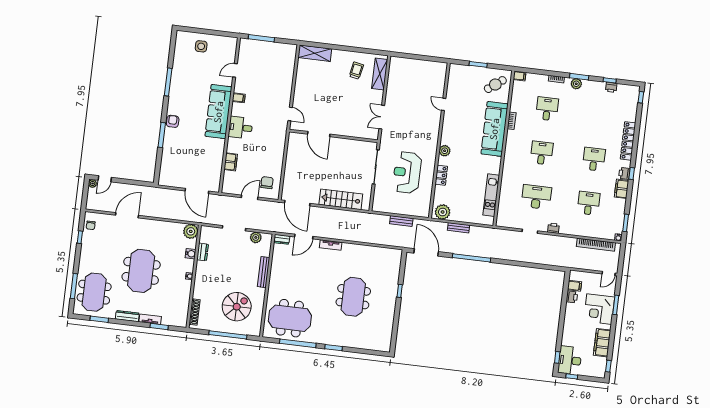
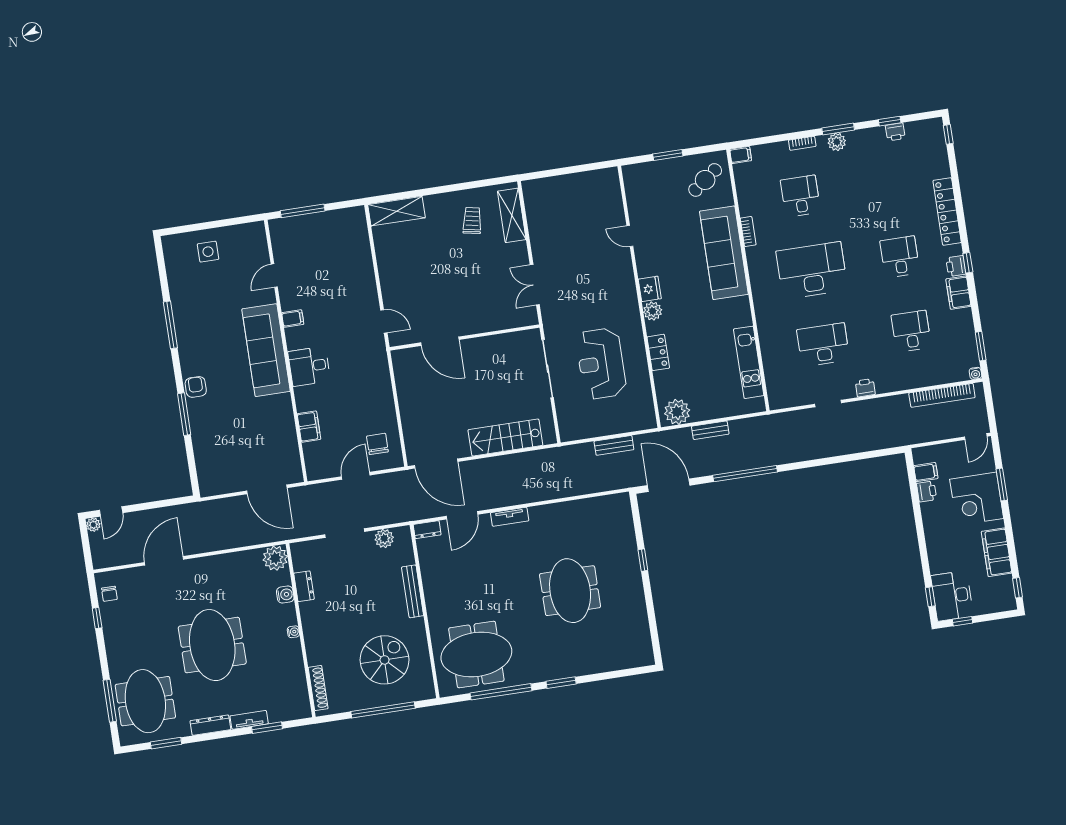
fridge: (447, 138) -> (650, 289), added
desk: (542, 153) -> (812, 270), width x1.87, depth x1.30

